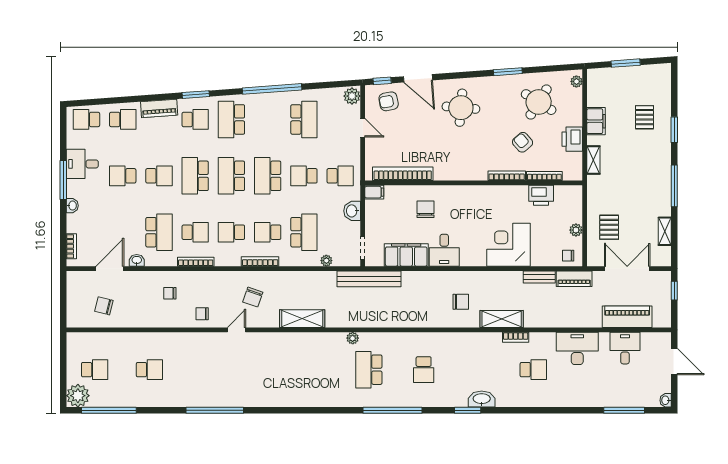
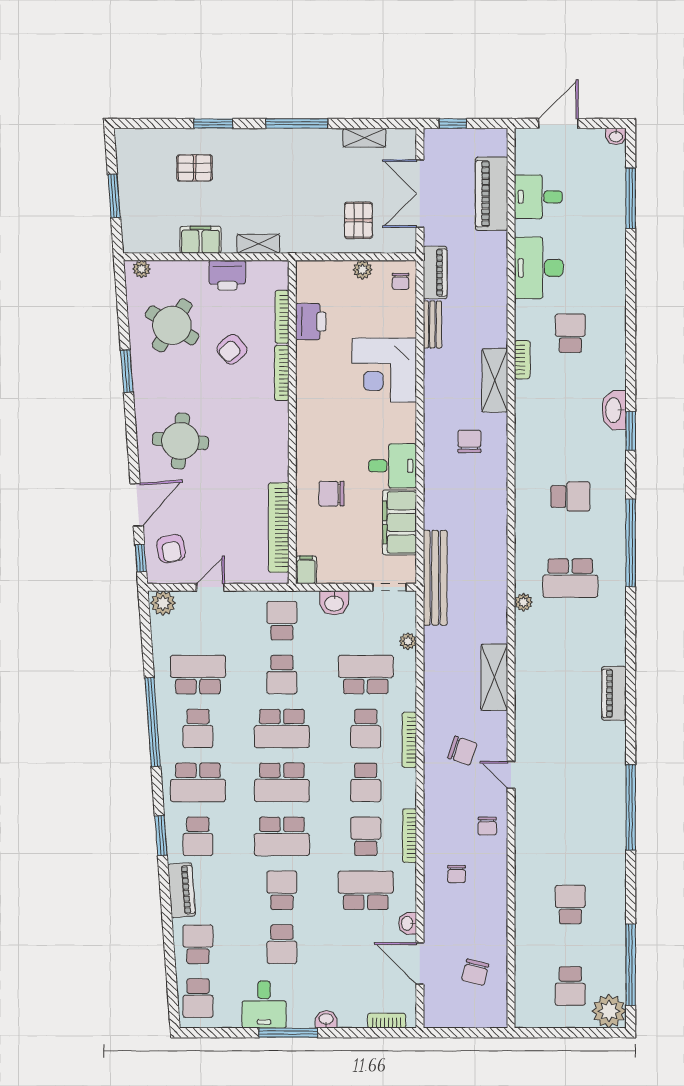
school desk: (195, 119) -> (198, 836), turned 180
school desk: (268, 119) -> (198, 728), added
pallet: (609, 227) -> (358, 220), turned 90
school desk: (95, 370) -> (570, 986), turned 180
piano: (291, 399) -> (614, 693), added

